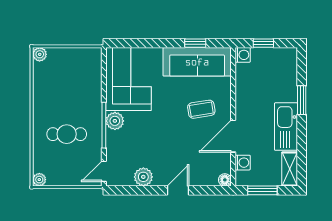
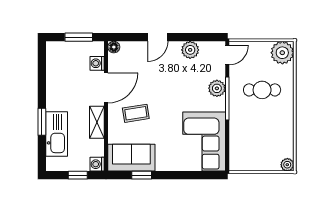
sofa: (197, 62) -> (131, 158), width x0.73
plant: (115, 121) -> (217, 88), moved
kitchen sink: (286, 127) -> (57, 134), moved
shelving: (290, 169) -> (97, 122), moved
plant: (39, 180) -> (282, 53), width x1.88, depth x1.88

